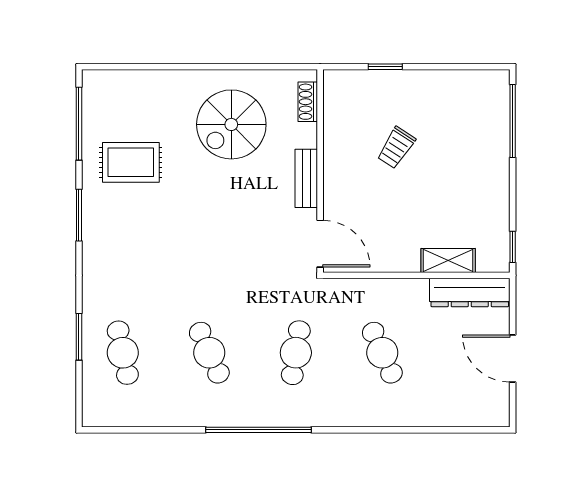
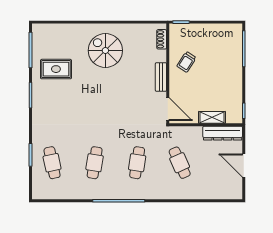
shoe rack: (308, 102) -> (162, 39), moved
spiral stairs: (231, 124) -> (105, 50), turned 90
wall: (320, 171) -> (168, 73), moved
bench: (306, 178) -> (161, 77), moved
door: (320, 244) -> (168, 109), moved
cafe table: (209, 353) -> (95, 163), turned 33

